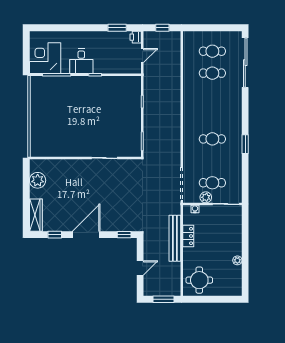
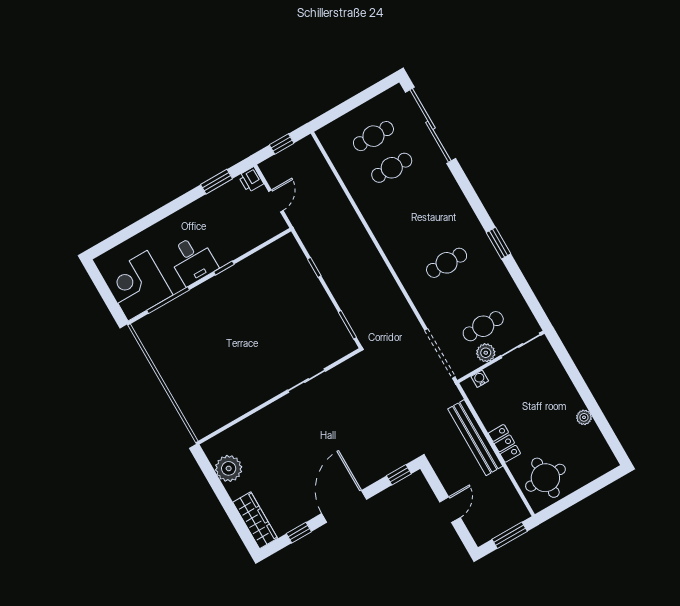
locker: (188, 236) -> (504, 443), moved

